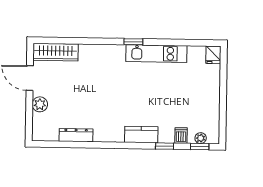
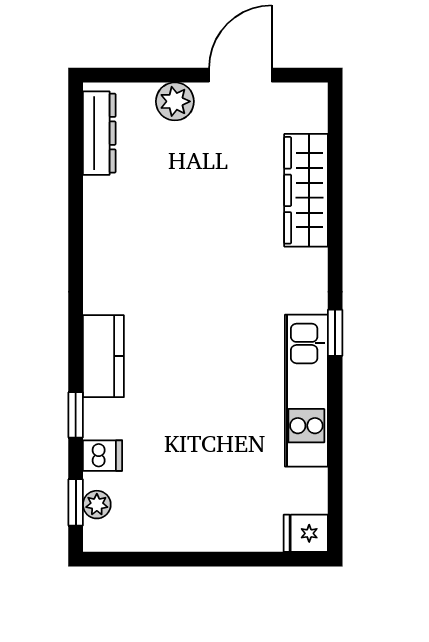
wardrobe: (56, 52) -> (306, 190), moved
dresser: (76, 135) -> (99, 133), moved

